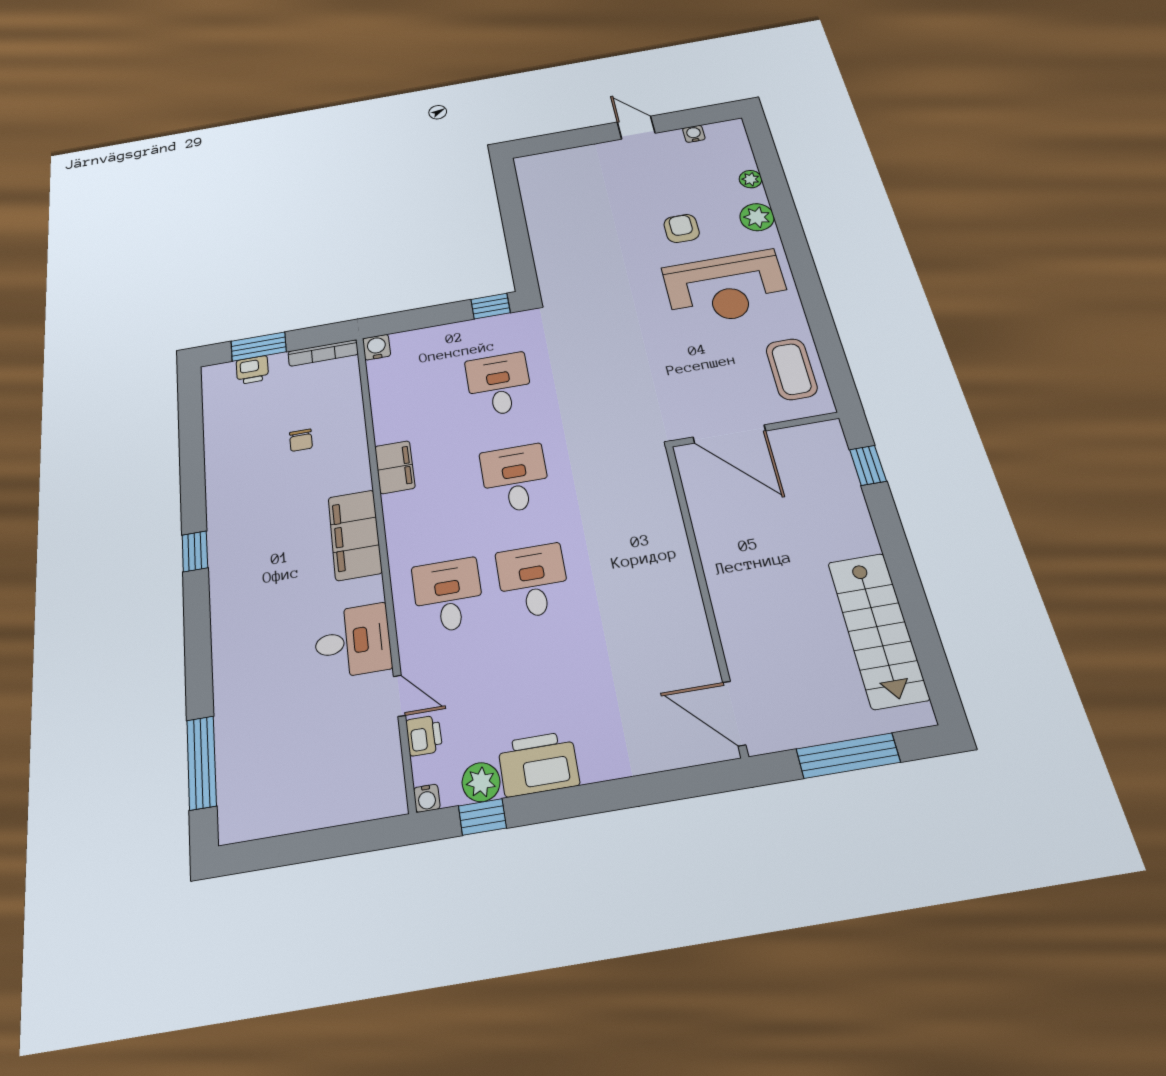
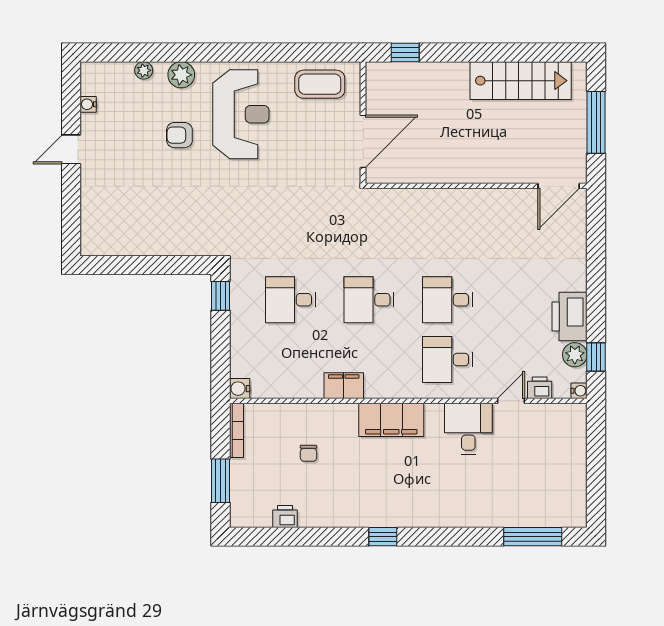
printer: (252, 370) -> (285, 517), moved, turned -90
chair: (301, 440) -> (309, 453), turned 90

